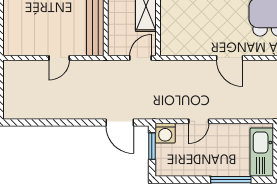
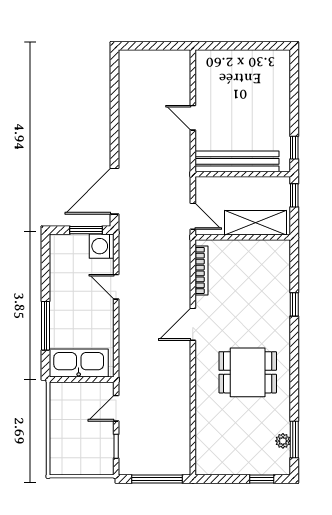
bookcase: (185, 51) -> (201, 270), added
door: (120, 123) -> (115, 191), width x1.36

